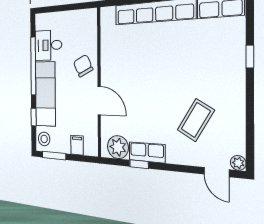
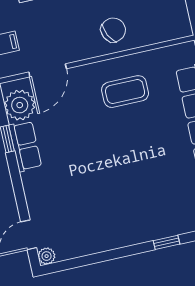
door: (99, 101) -> (48, 70), moved
coffee table: (196, 120) -> (125, 92), moved, turned -31

